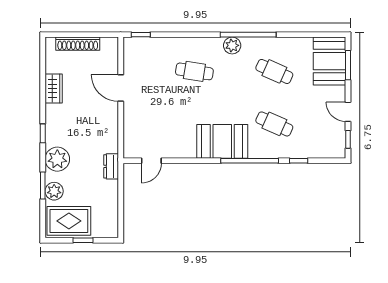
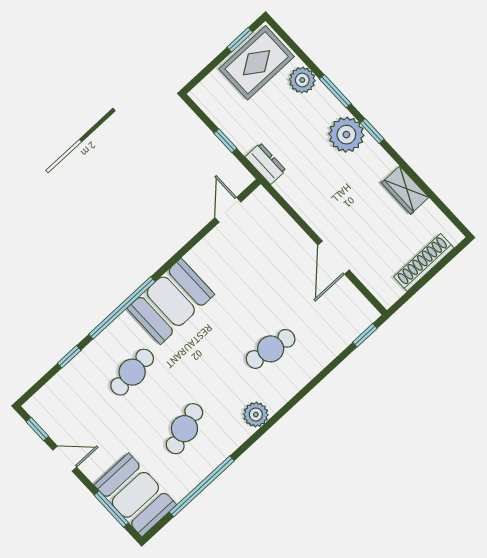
window: (248, 35) -> (202, 486), moved
cafe table: (274, 71) -> (184, 429), turned -42
door: (121, 88) -> (333, 258), swing flipped
cafe table: (274, 124) -> (132, 372), turned -30
plant: (57, 159) -> (346, 135), moved
window: (43, 185) -> (335, 91), moved
window: (121, 196) -> (225, 141), added
window: (83, 240) -> (240, 40), moved

